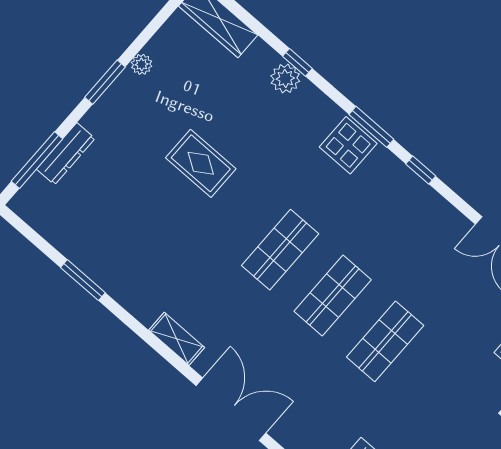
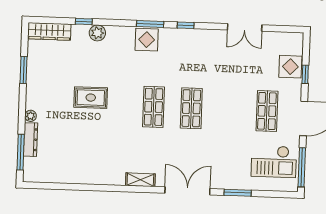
window: (297, 62) -> (84, 22), moved
plant: (142, 64) -> (31, 116), moved
window: (105, 82) -> (24, 70), moved
window: (83, 280) -> (81, 187), removed
shop shelf: (385, 341) -> (267, 111), moved

